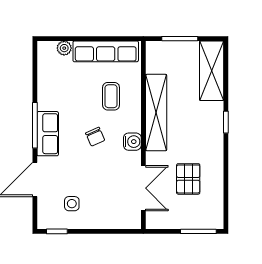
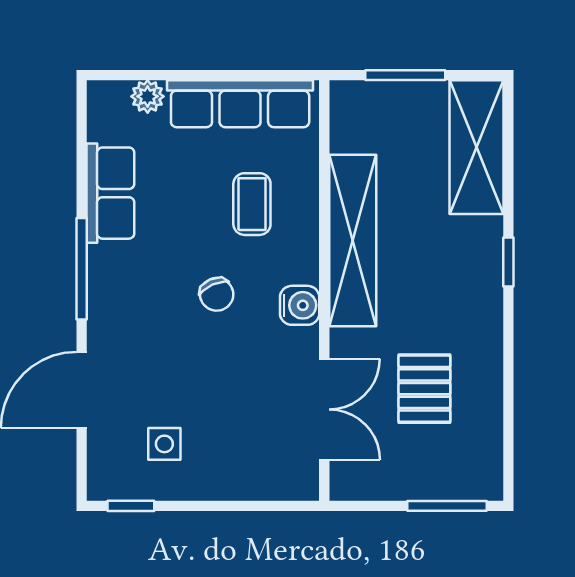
row of seats: (48, 134) -> (110, 193), moved

